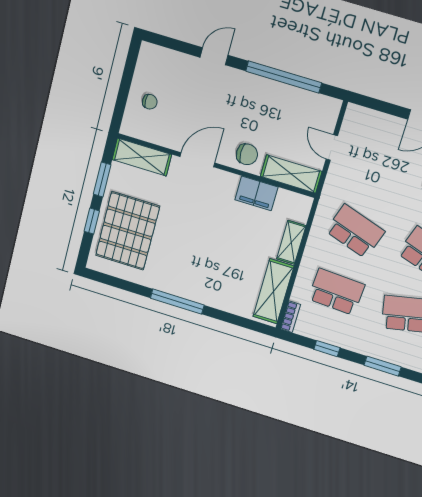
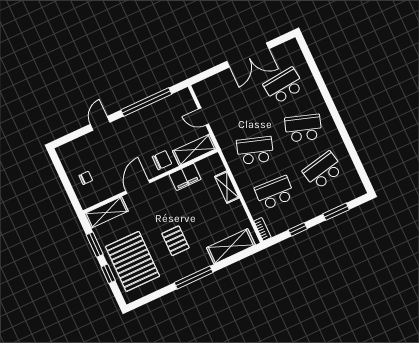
pallet: (190, 249) -> (175, 241), added
shelving: (273, 291) -> (231, 246), moved, turned 90

